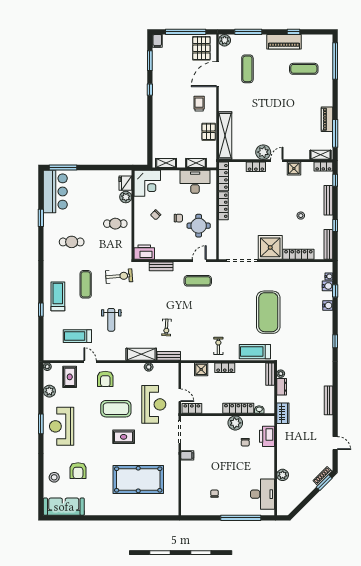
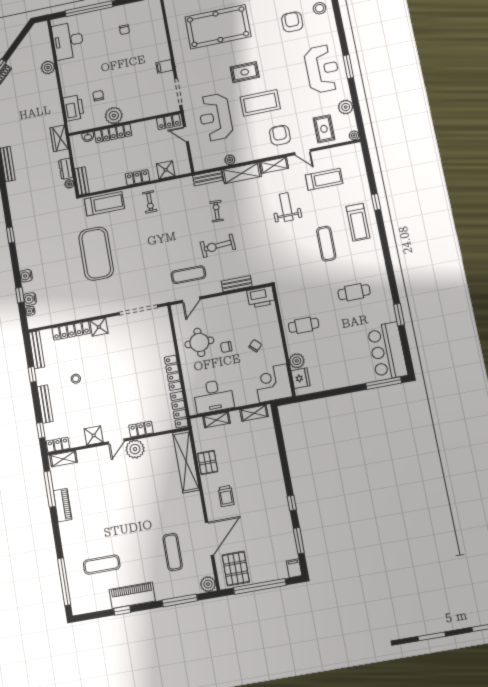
shower: (270, 247) -> (99, 327), width x0.54, depth x0.54
exercise bike: (119, 276) -> (218, 246), moved
shelving: (114, 355) -> (274, 165), added

